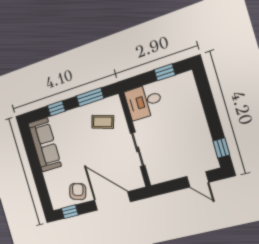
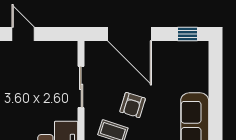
armchair: (78, 192) -> (133, 105), moved

